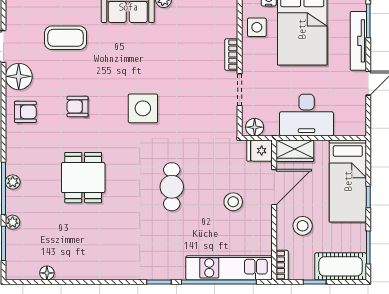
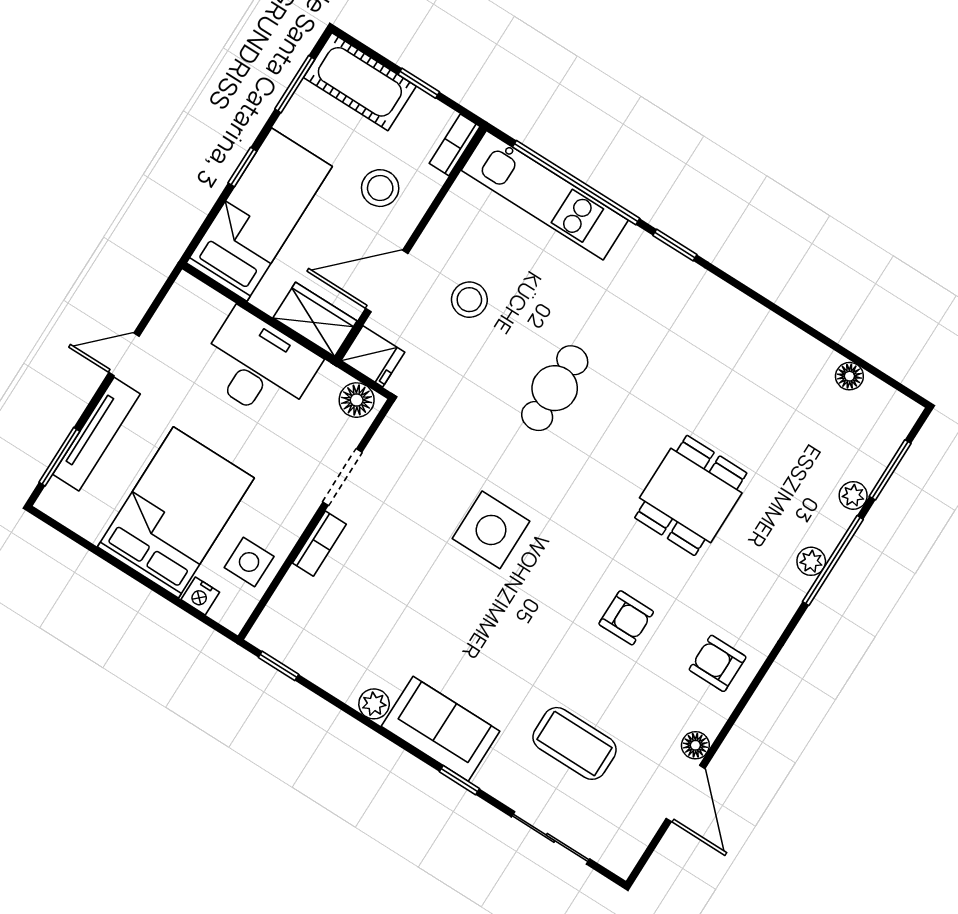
floor lamp: (19, 76) -> (695, 745), width x0.53, depth x0.53
side table: (143, 108) -> (491, 530), moved

